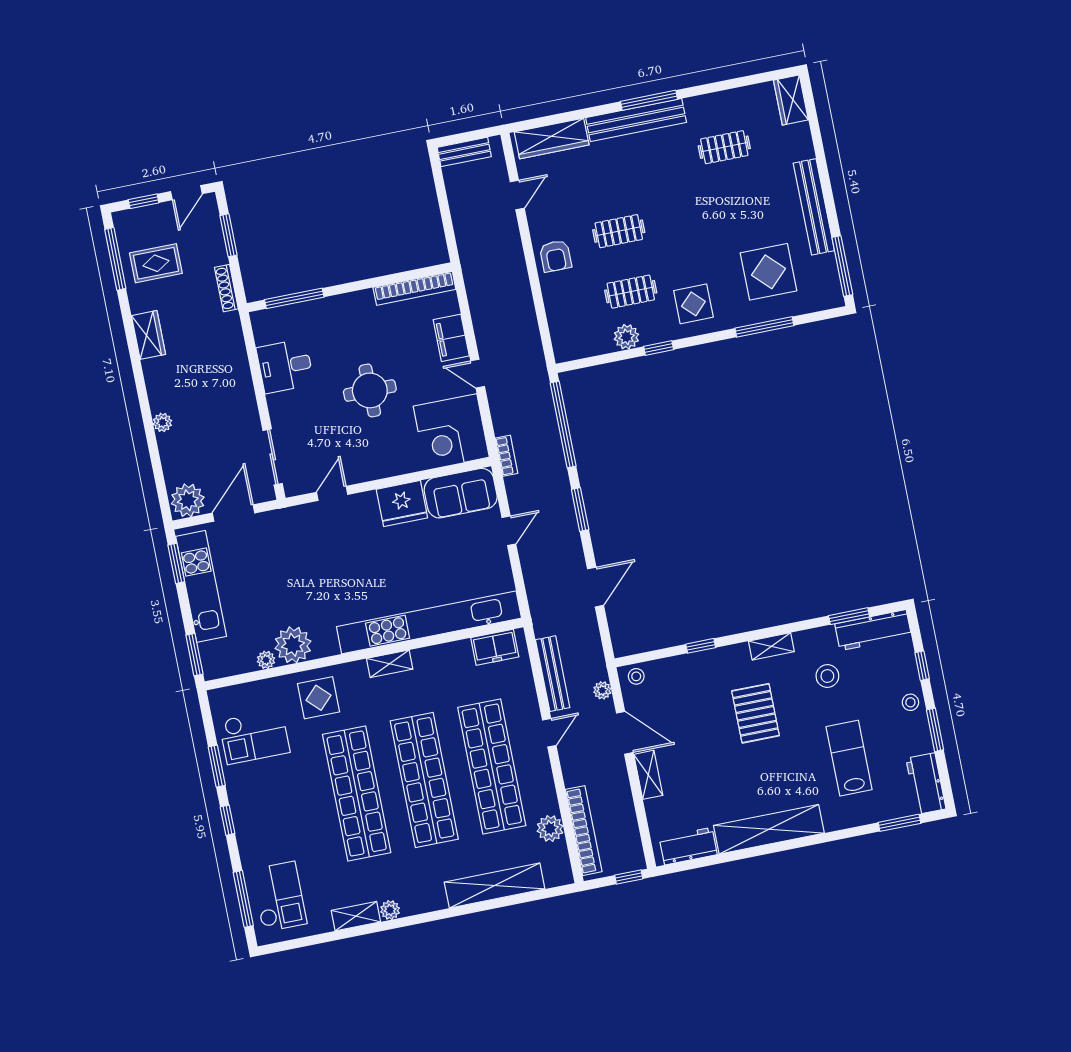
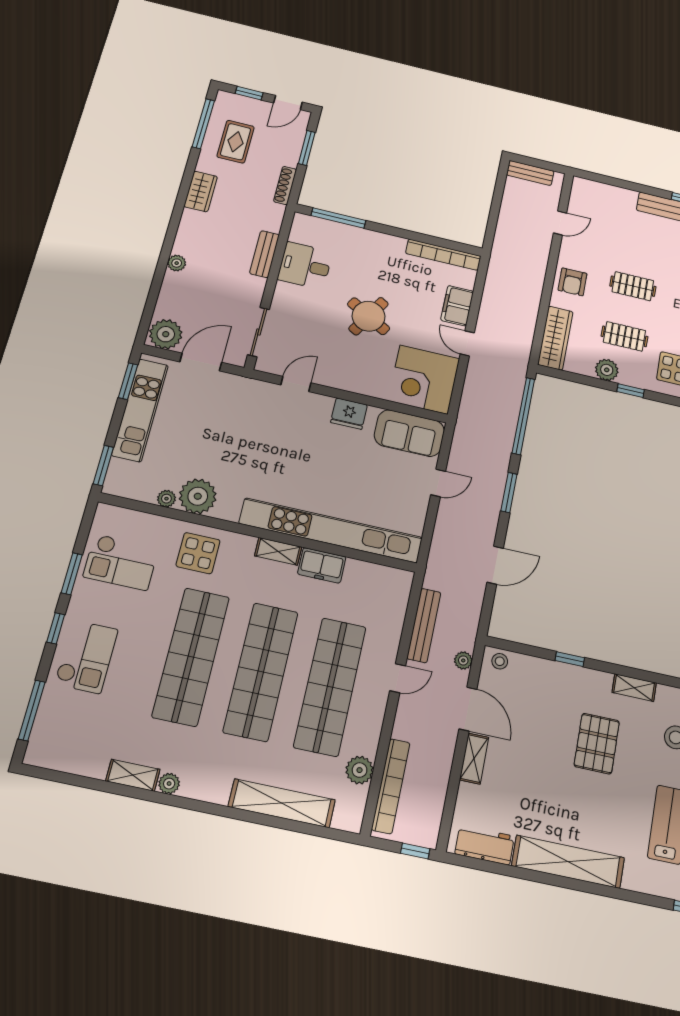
wardrobe: (552, 138) -> (555, 338), moved, turned -90
rug: (156, 263) -> (236, 142), turned 90
bench: (241, 372) -> (265, 254), added
round table: (370, 390) -> (369, 316), turned 30
bookcase: (507, 456) -> (463, 420), removed
fridge: (402, 504) -> (349, 414), width x0.73, depth x0.75
freezer: (495, 647) -> (322, 565), moved
checkout: (279, 897) -> (86, 657), moved

